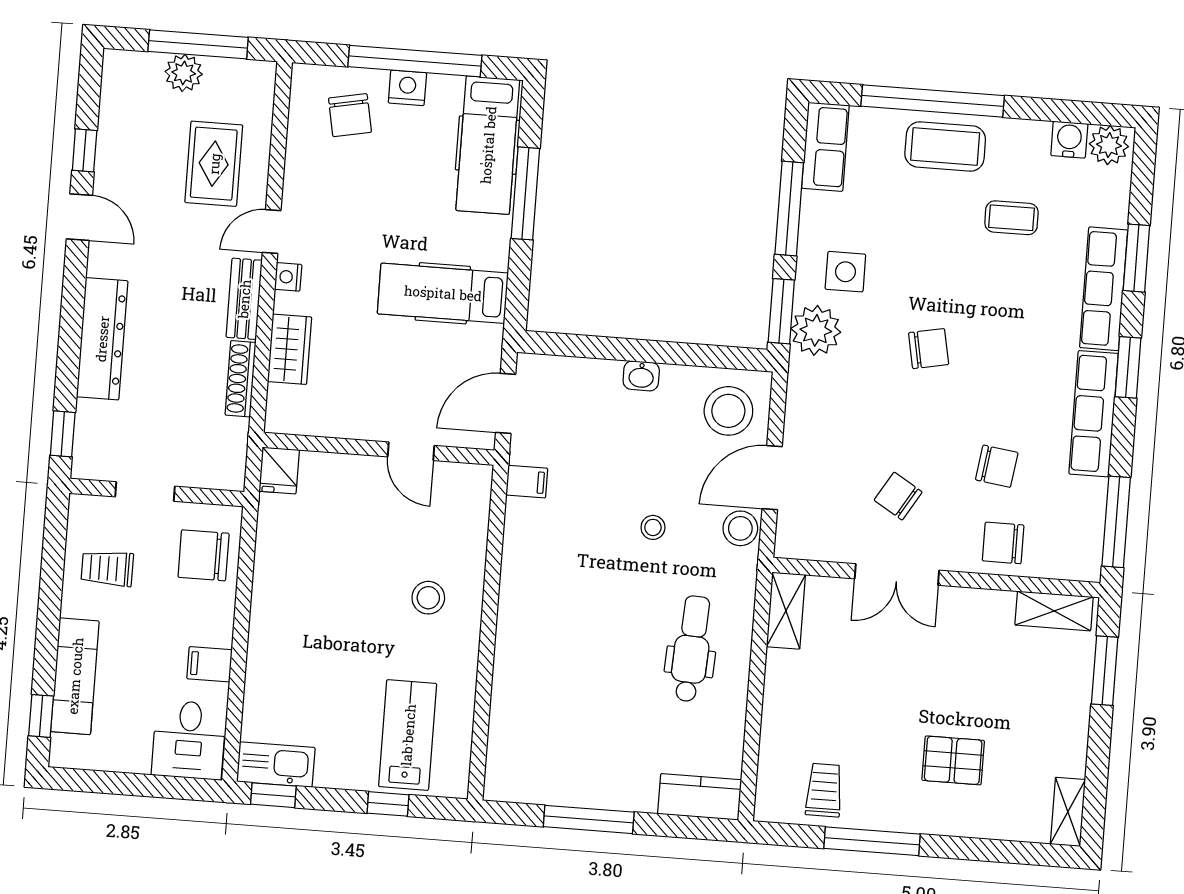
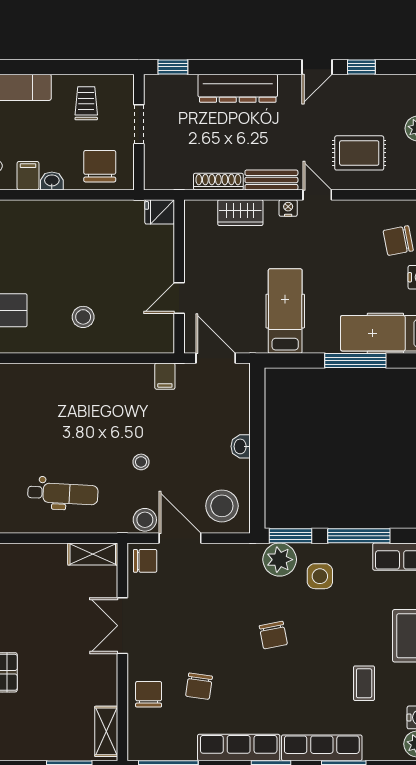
chair: (898, 496) -> (145, 561), moved, turned 59
washbasin: (220, 629) -> (52, 181), added

